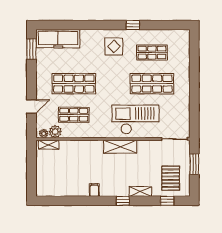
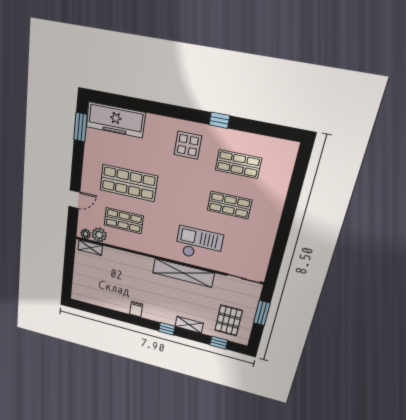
shop shelf: (152, 84) -> (229, 205), width x0.70, depth x0.74
checkout: (135, 120) -> (199, 244), width x0.73, depth x0.83
shelving: (120, 147) -> (183, 273), width x1.47

